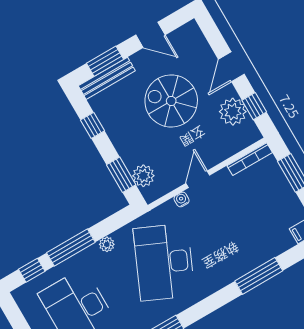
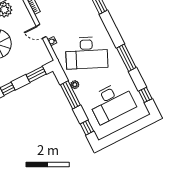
plant: (143, 176) -> (37, 62), removed
window: (71, 248) -> (70, 95), moved

